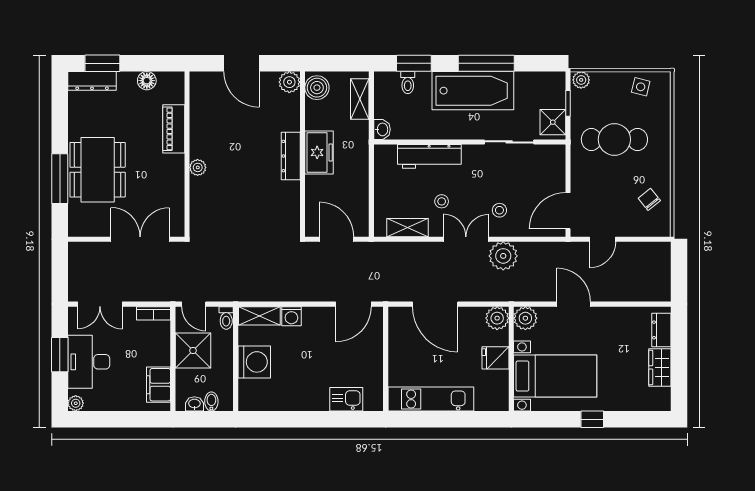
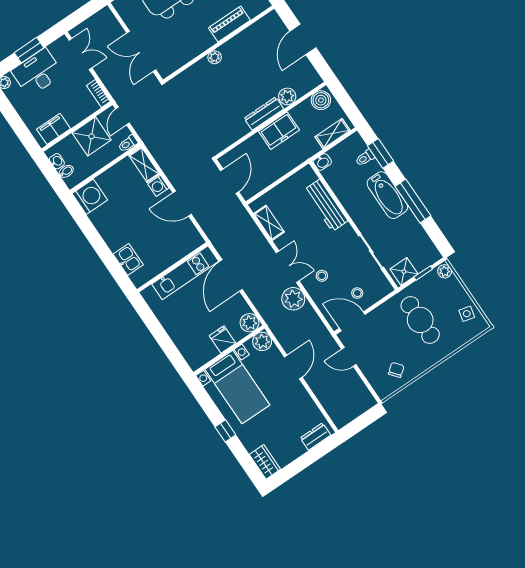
plant: (289, 82) -> (287, 96), moved
bathtub: (473, 91) -> (387, 195), width x0.73, depth x0.73
stool: (442, 201) -> (357, 293), moved
double door: (140, 239) -> (141, 51), swing flipped
double door: (100, 304) -> (80, 54), swing flipped
door: (353, 304) -> (182, 204), moved
washing machine: (254, 362) -> (90, 197), moved, turned -90
wardrobe: (660, 367) -> (265, 462), moved, turned 90
kitchen unit: (431, 399) -> (185, 273), moved, turned 90

